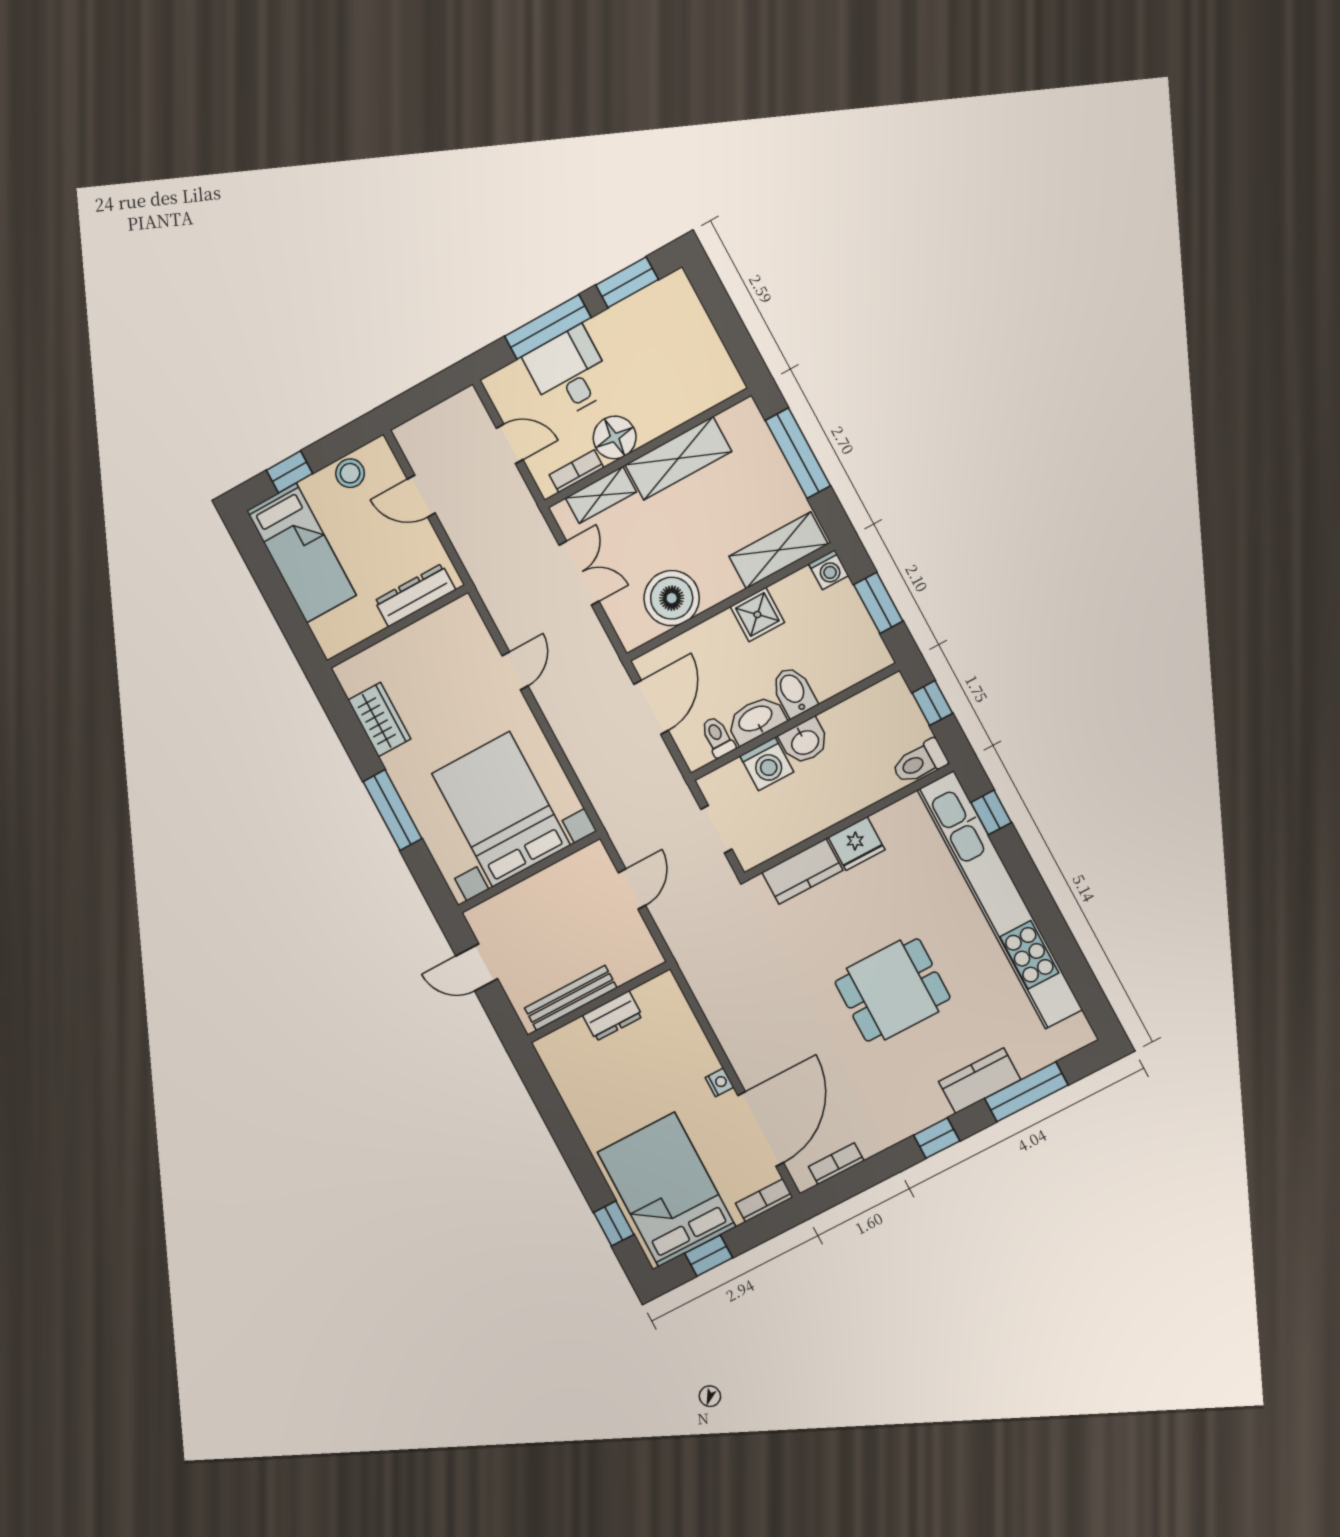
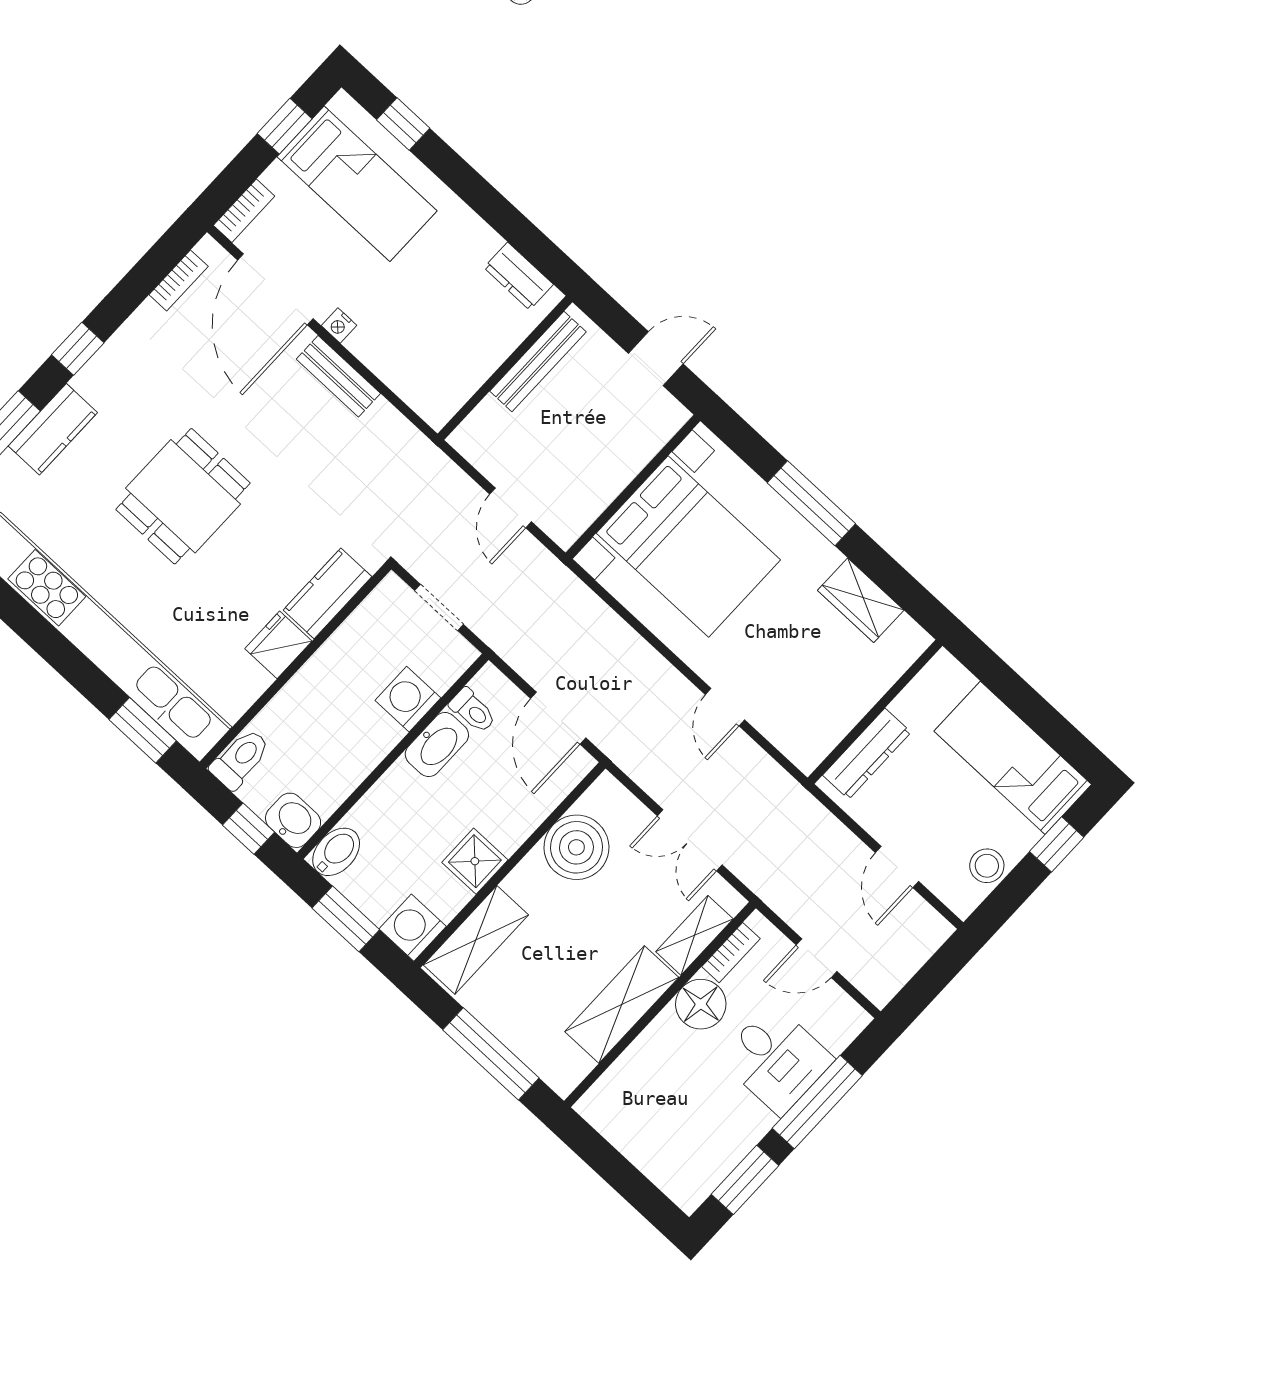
door: (421, 496) -> (897, 867), swing flipped
washing machine: (829, 570) -> (413, 928), width x1.38, depth x1.38
bidet: (794, 692) -> (336, 852), moved, turned -90
washbasin: (805, 742) -> (293, 820), moved, turned 90
window: (991, 812) -> (143, 730), width x1.50
dresser: (613, 1016) -> (519, 276), moved, turned -90
bench: (734, 1042) -> (338, 376), added
bed: (667, 1189) -> (357, 184), width x0.67

